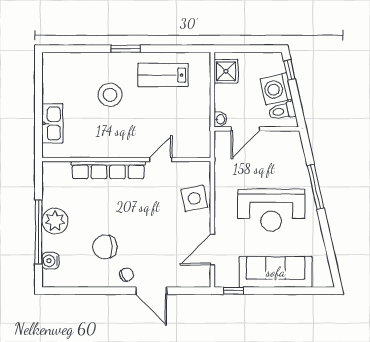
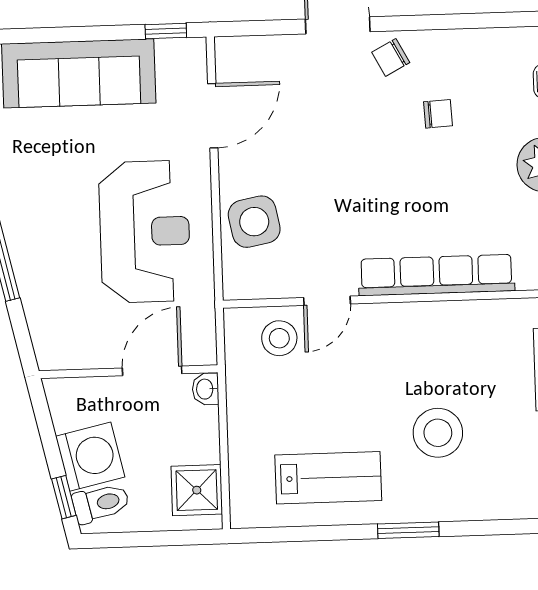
toilet: (282, 111) -> (101, 503), moved
stool: (184, 142) -> (279, 338), added
reception desk: (271, 210) -> (145, 232), moved, turned 90
chair: (105, 247) -> (438, 114), width x0.54, depth x0.54

